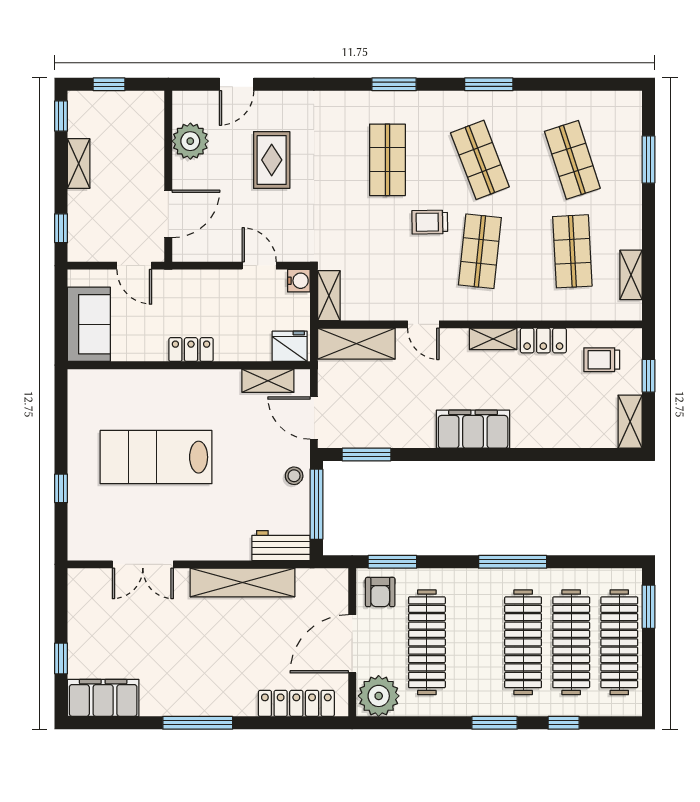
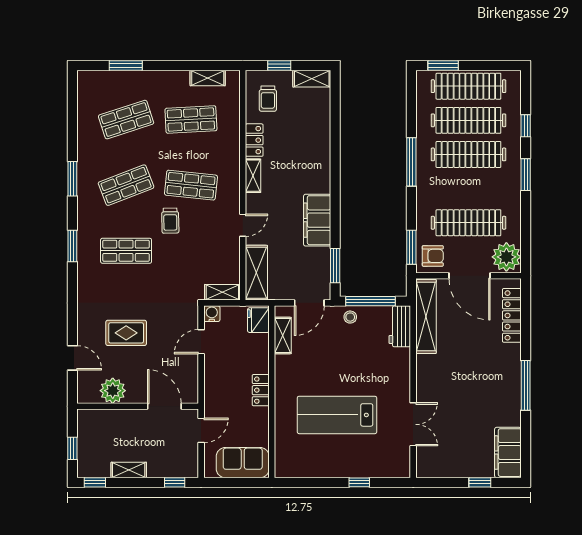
filing cabinet: (473, 429) -> (317, 220), moved
lab bench: (156, 457) -> (337, 415), turned 90
shelving: (243, 583) -> (426, 316), moved

